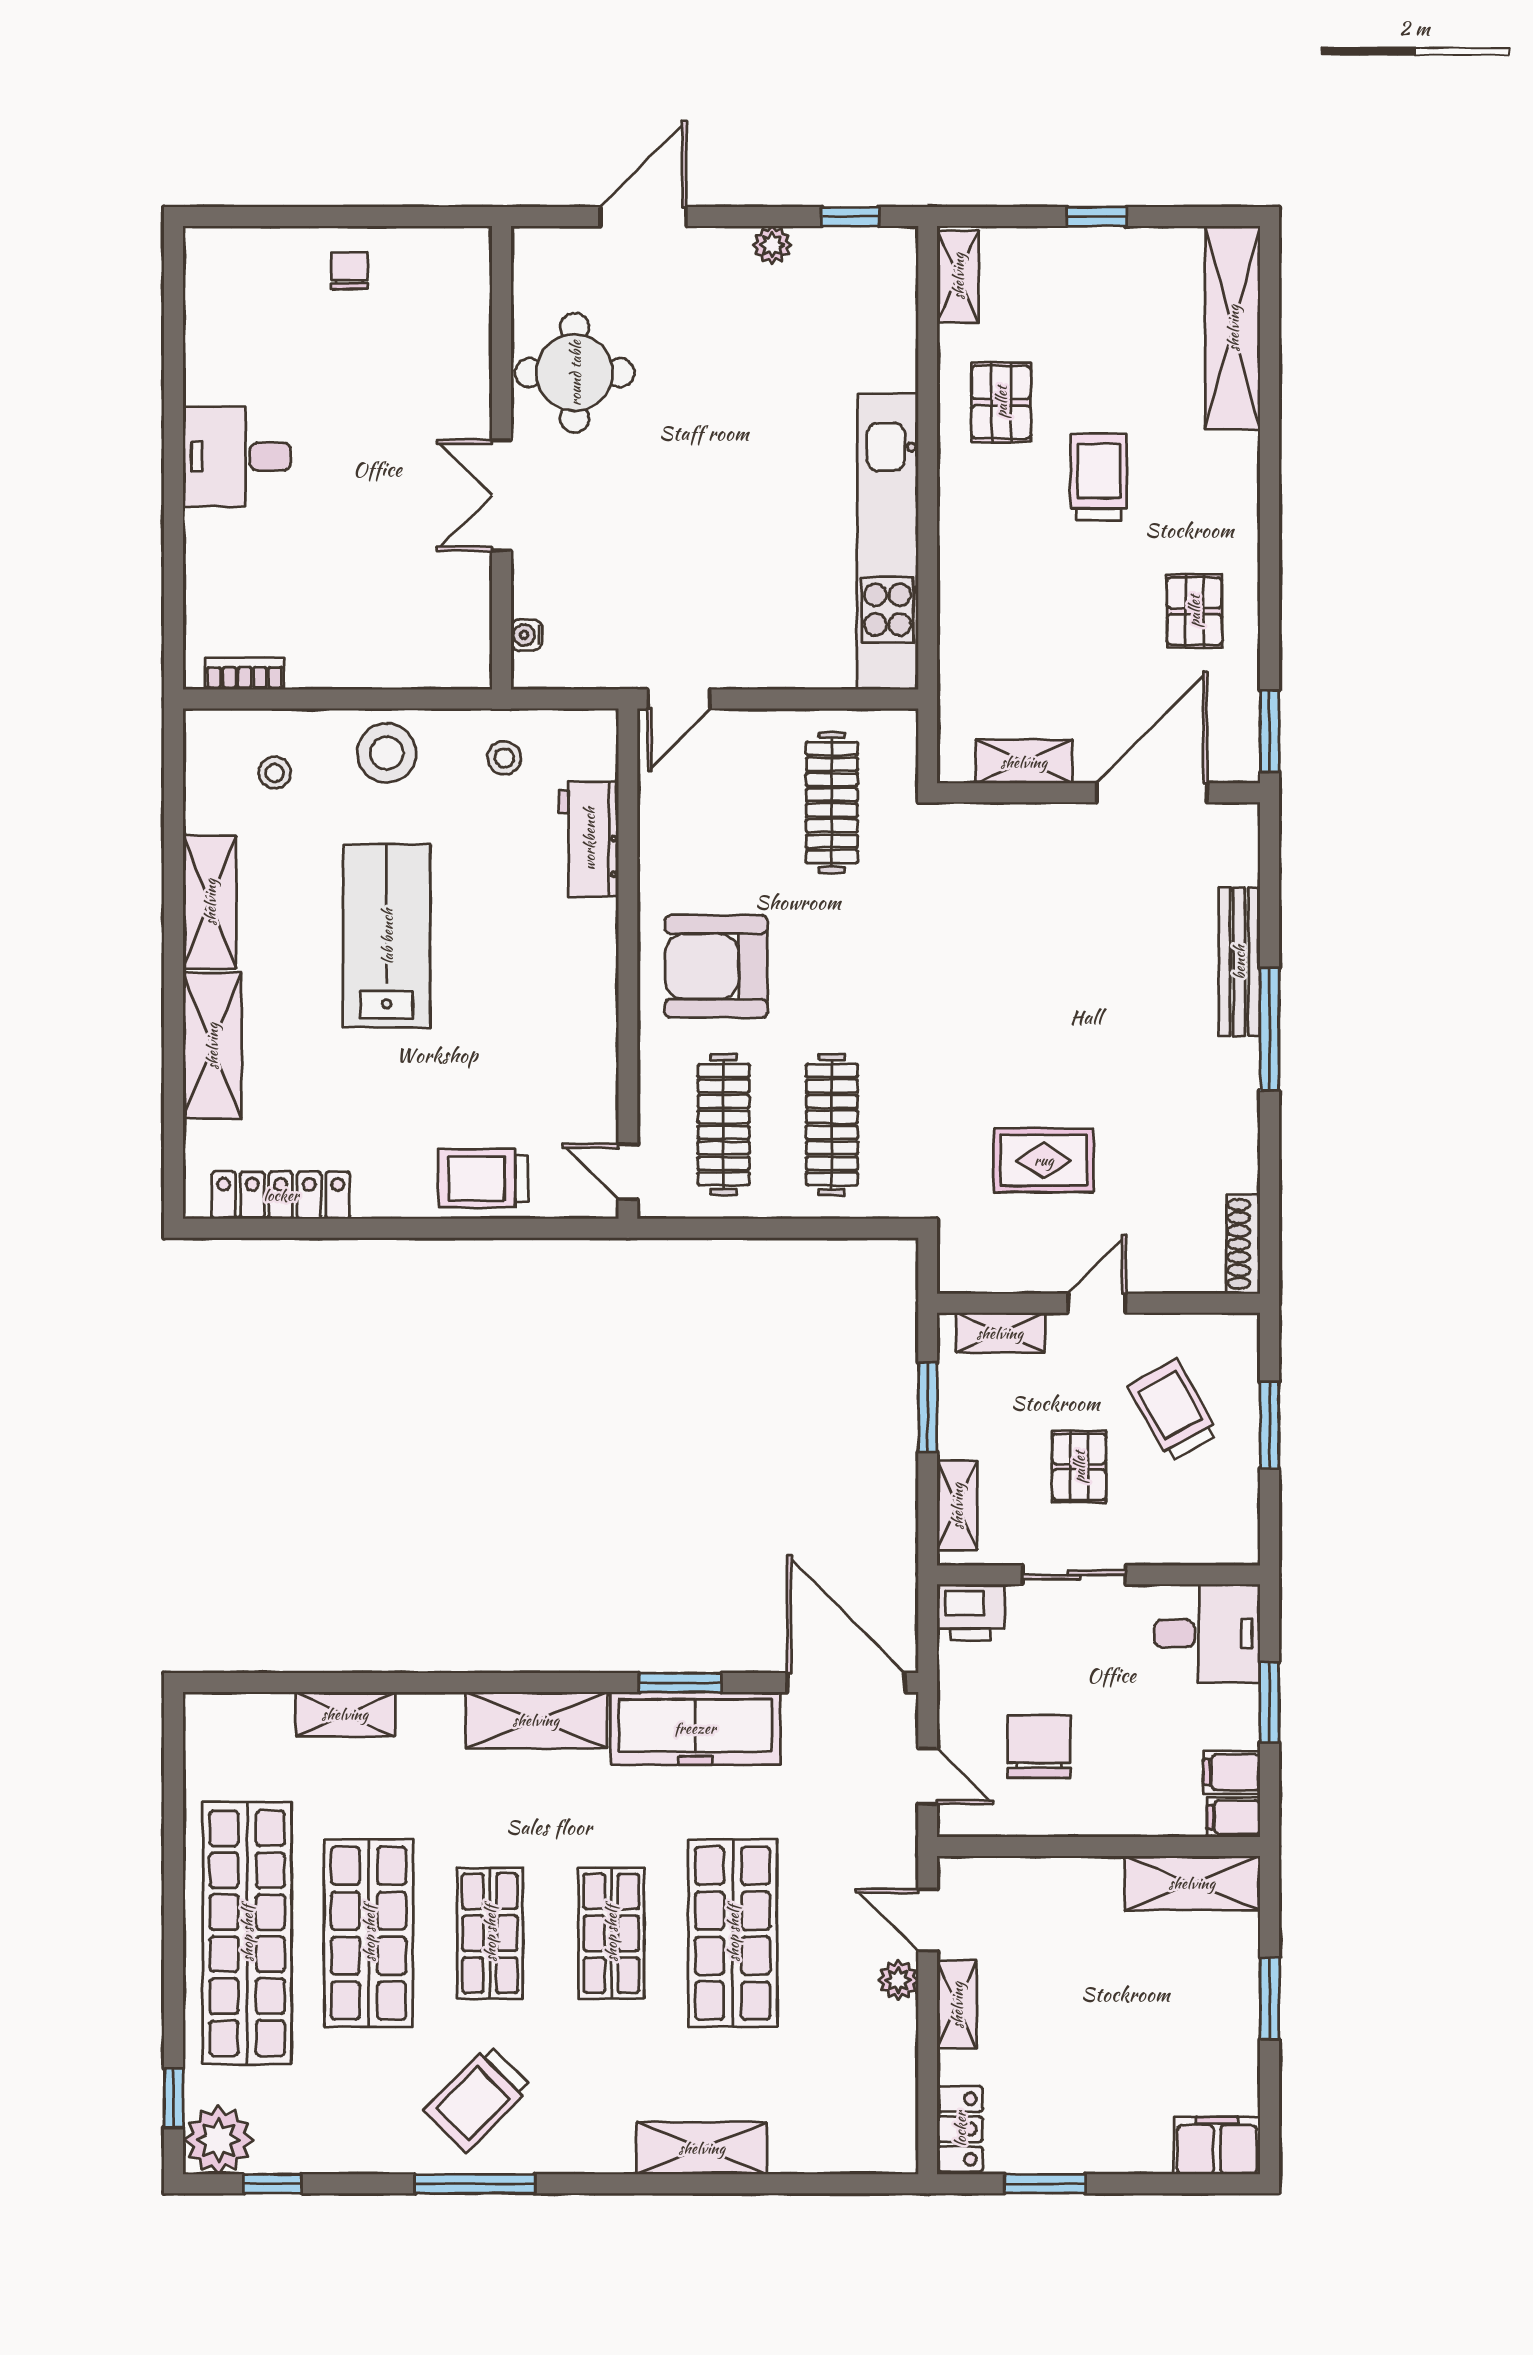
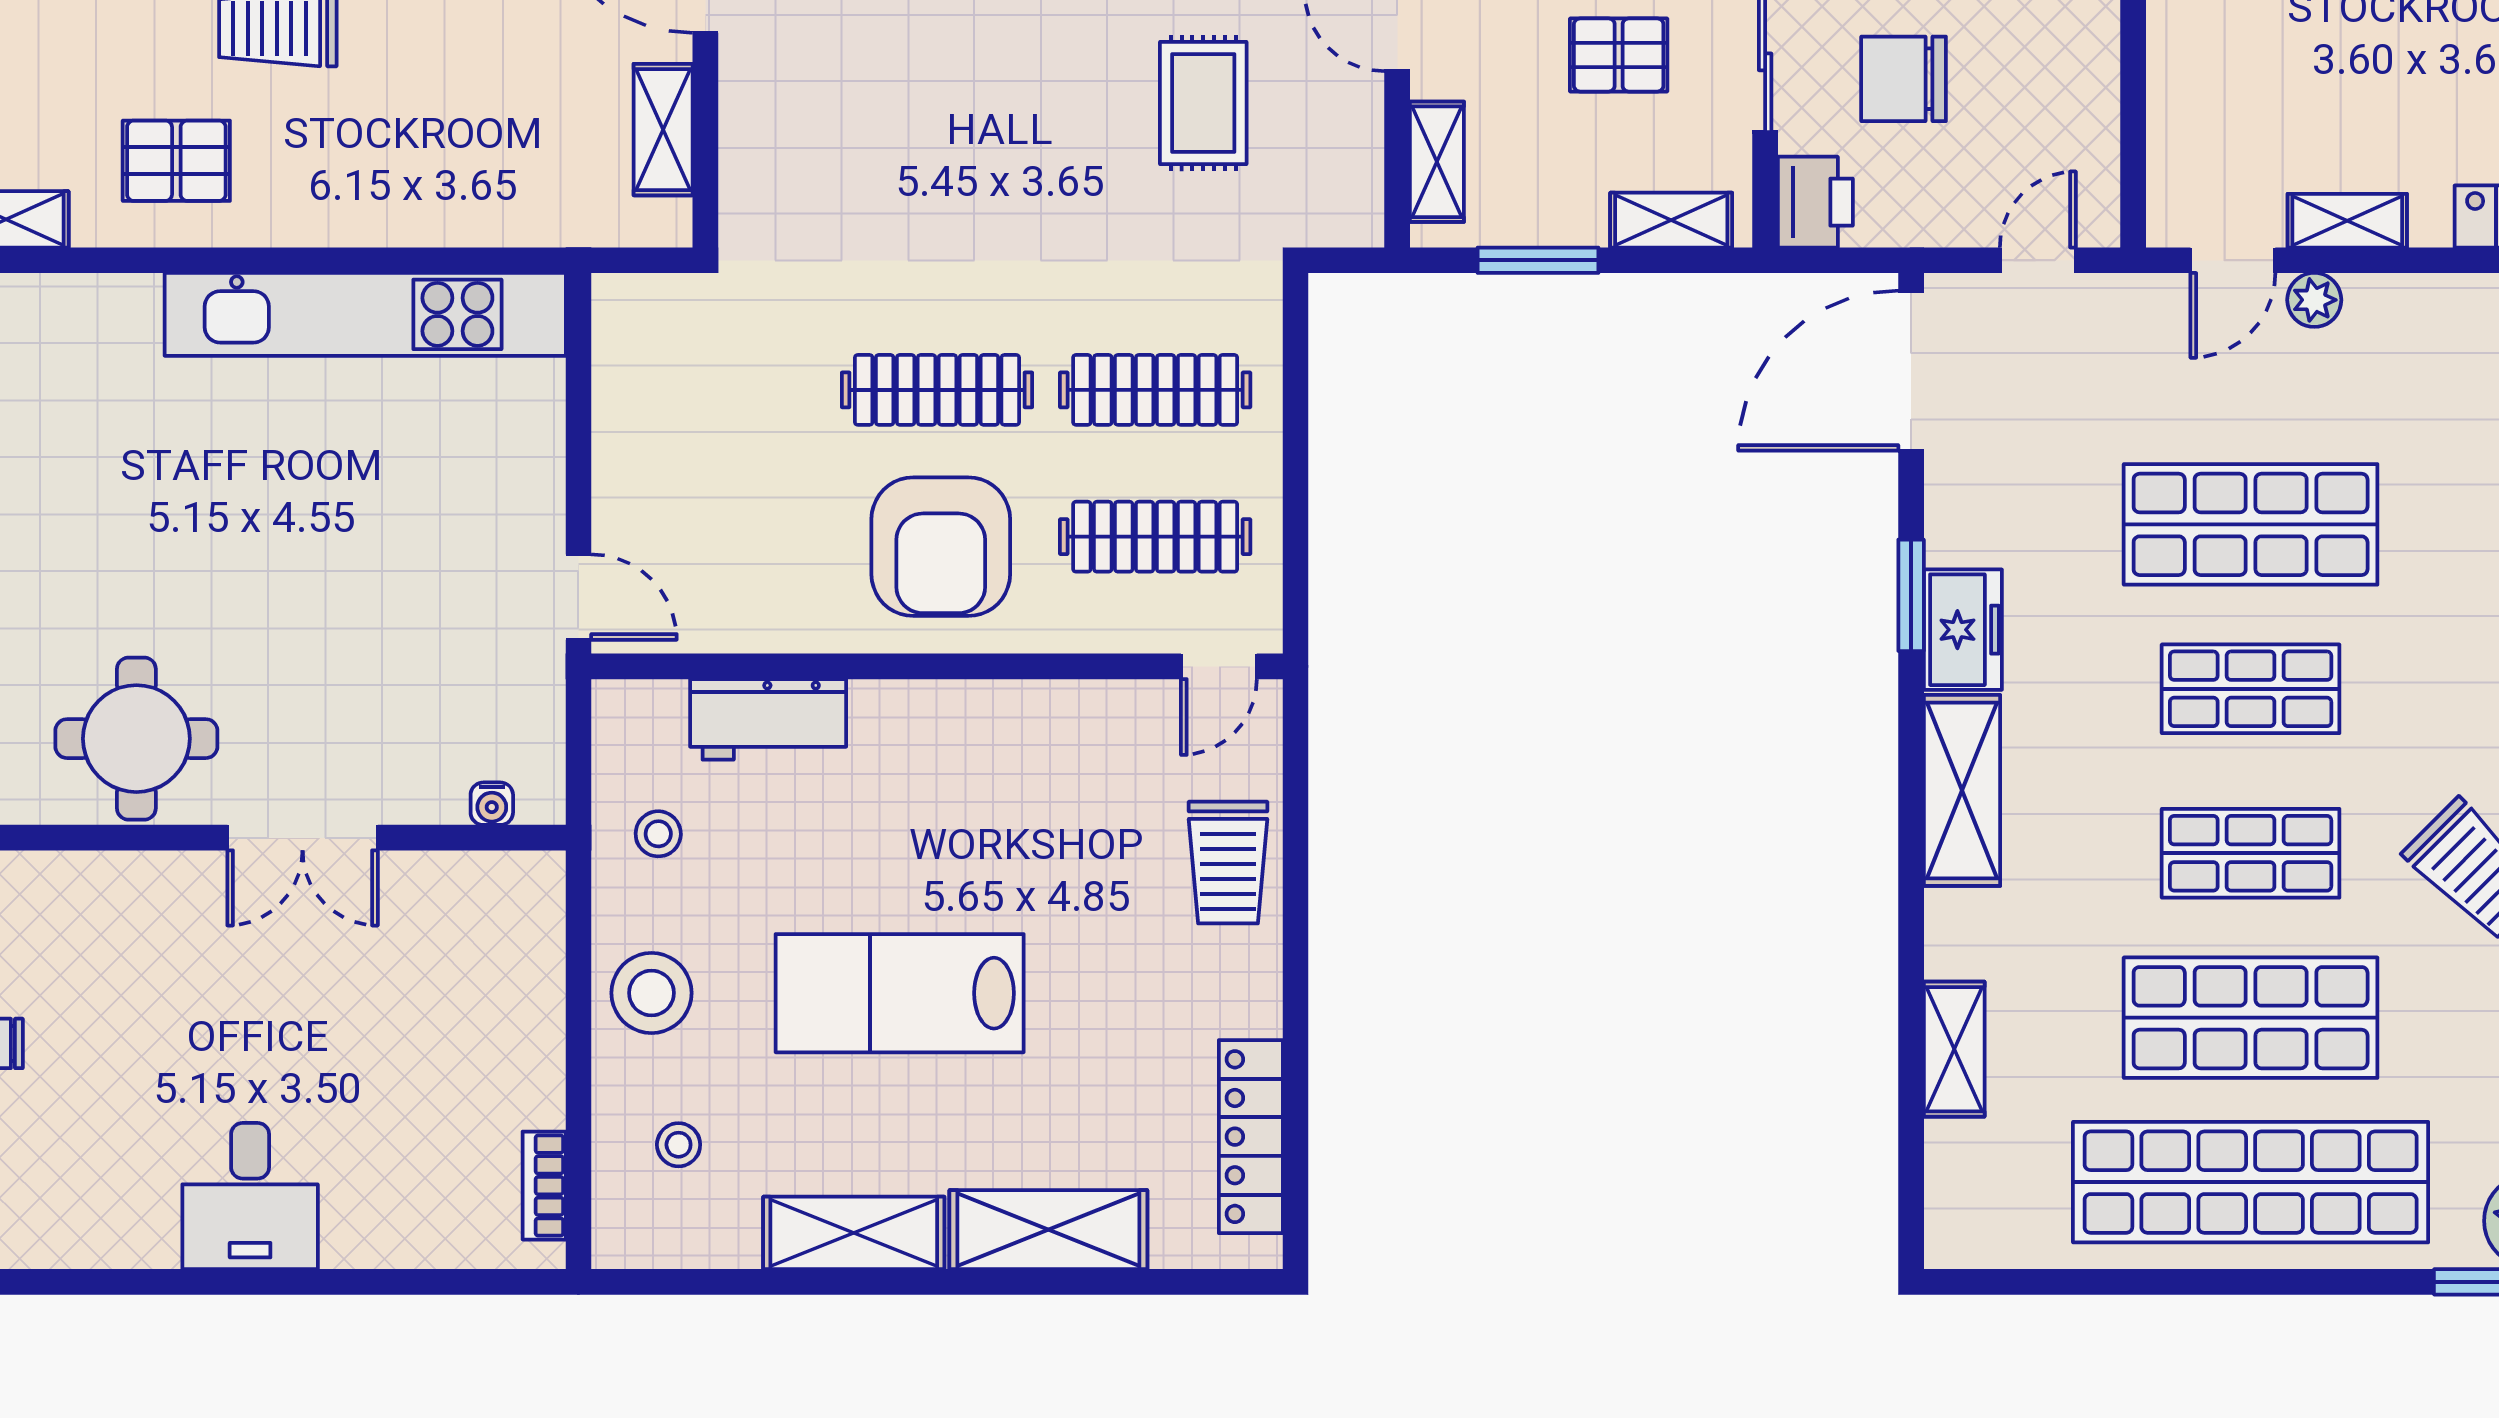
clothes rail: (832, 803) -> (937, 390), moved
freezer: (695, 1728) -> (1963, 630), width x0.52, depth x0.79
chair: (1039, 1747) -> (1904, 79), moved

